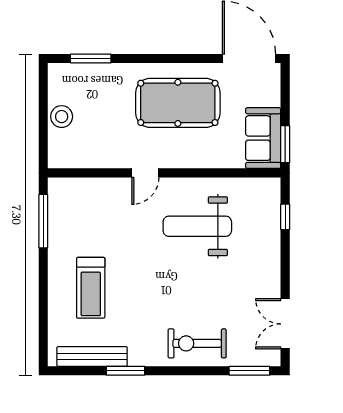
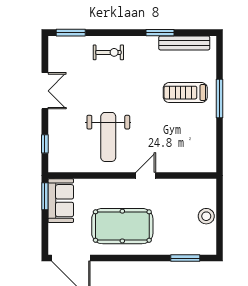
window: (43, 221) -> (219, 99), moved
weight bench: (197, 226) -> (108, 137), turned 90
treadmill: (91, 288) -> (185, 93), turned -90
double door: (285, 324) -> (45, 91), moved
exercise bike: (197, 343) -> (108, 52), width x0.73, depth x0.72

